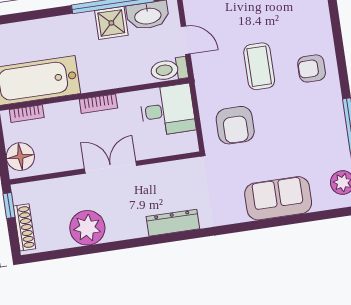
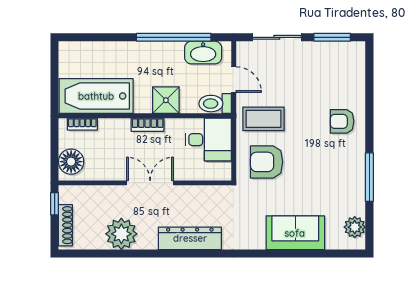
shower: (111, 23) -> (166, 100), moved
coffee table: (259, 66) -> (263, 119), moved, turned 90
armchair: (235, 125) -> (267, 162), turned 90
dresser: (173, 223) -> (190, 238), width x1.37, depth x1.24

